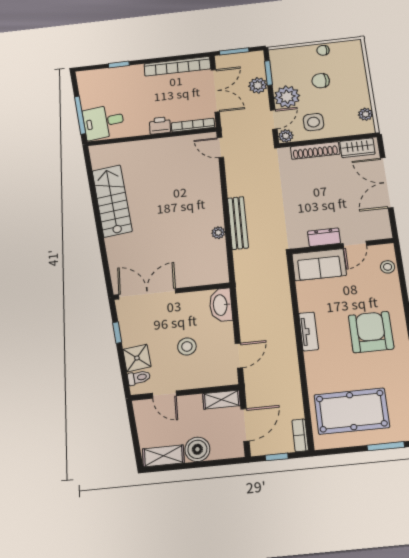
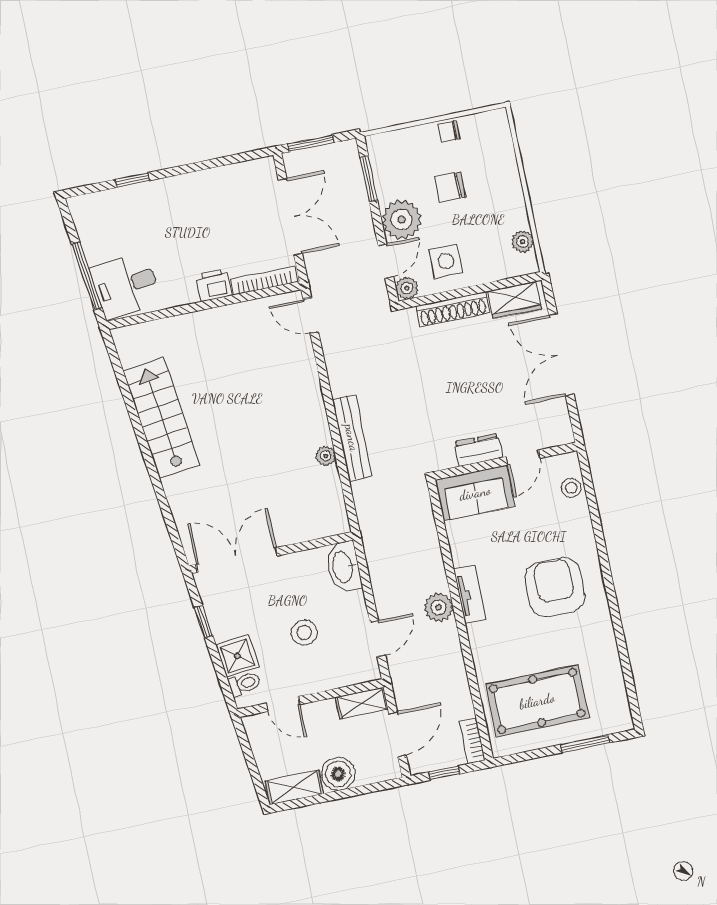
bookcase: (177, 66) -> (225, 177), removed
plant: (258, 85) -> (439, 607), moved

